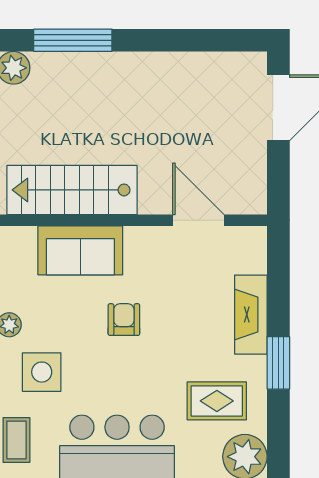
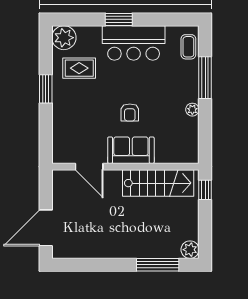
sofa: (80, 250) -> (131, 150), moved
fireplace: (251, 315) -> (61, 115), removed
side table: (42, 372) -> (175, 84), removed

